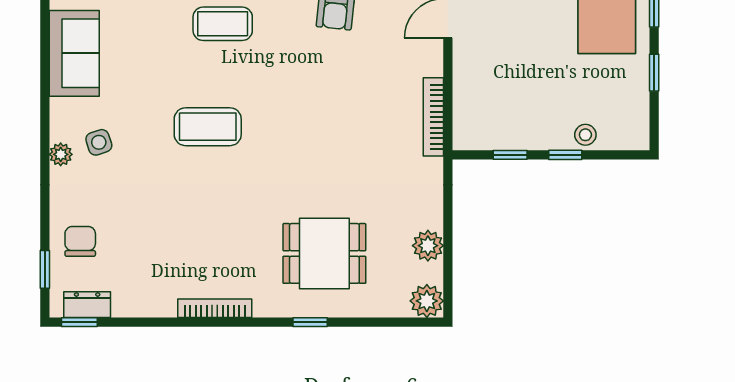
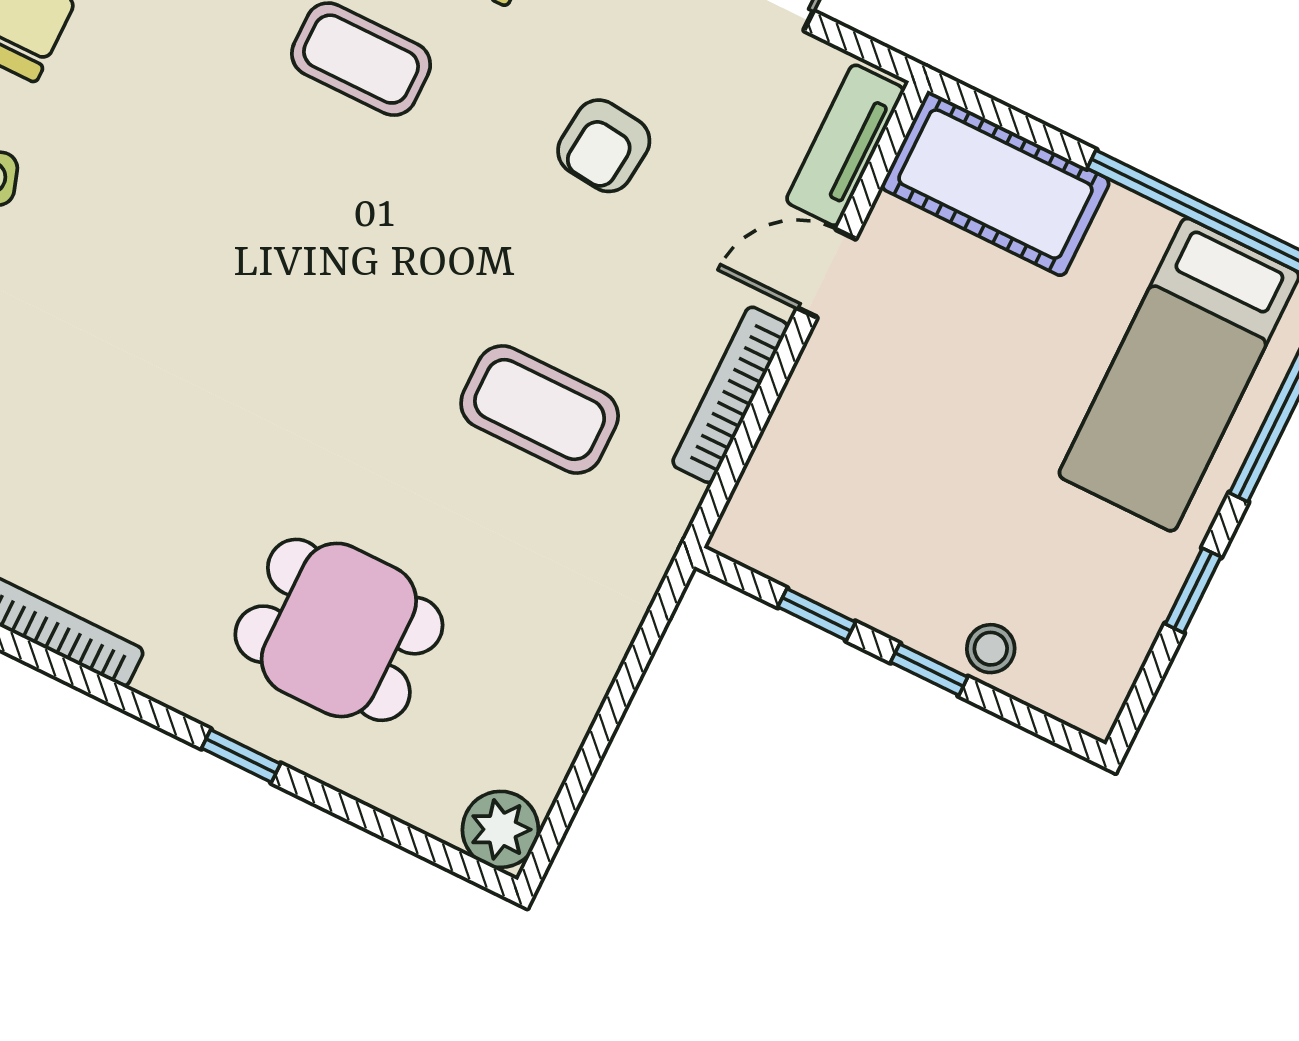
bookcase: (433, 117) -> (730, 395), moved
coffee table: (208, 127) -> (540, 409), moved
plant: (428, 246) -> (558, 718), removed

